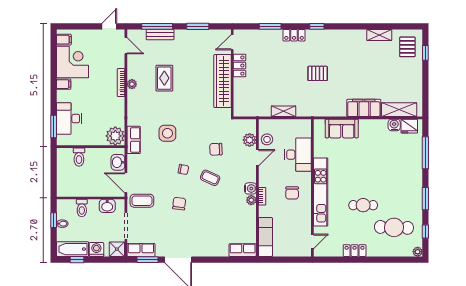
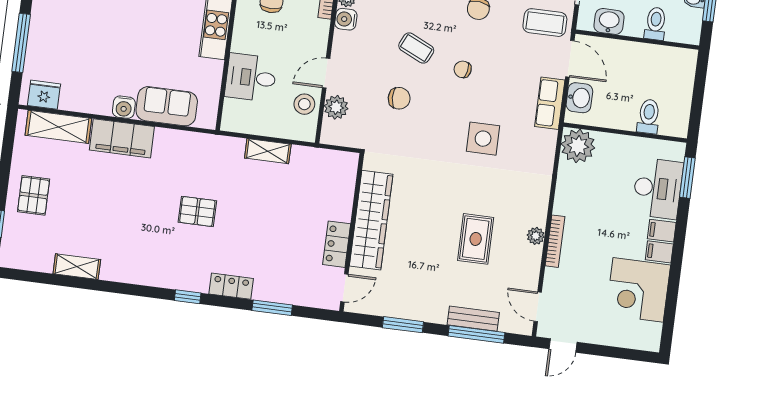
filing cabinet: (64, 40) -> (662, 231), moved
pallet: (407, 47) -> (34, 195), moved
water cooler: (394, 125) -> (124, 107), moved
row of seats: (134, 140) -> (550, 103), moved
desk: (298, 155) -> (251, 78), width x0.73

